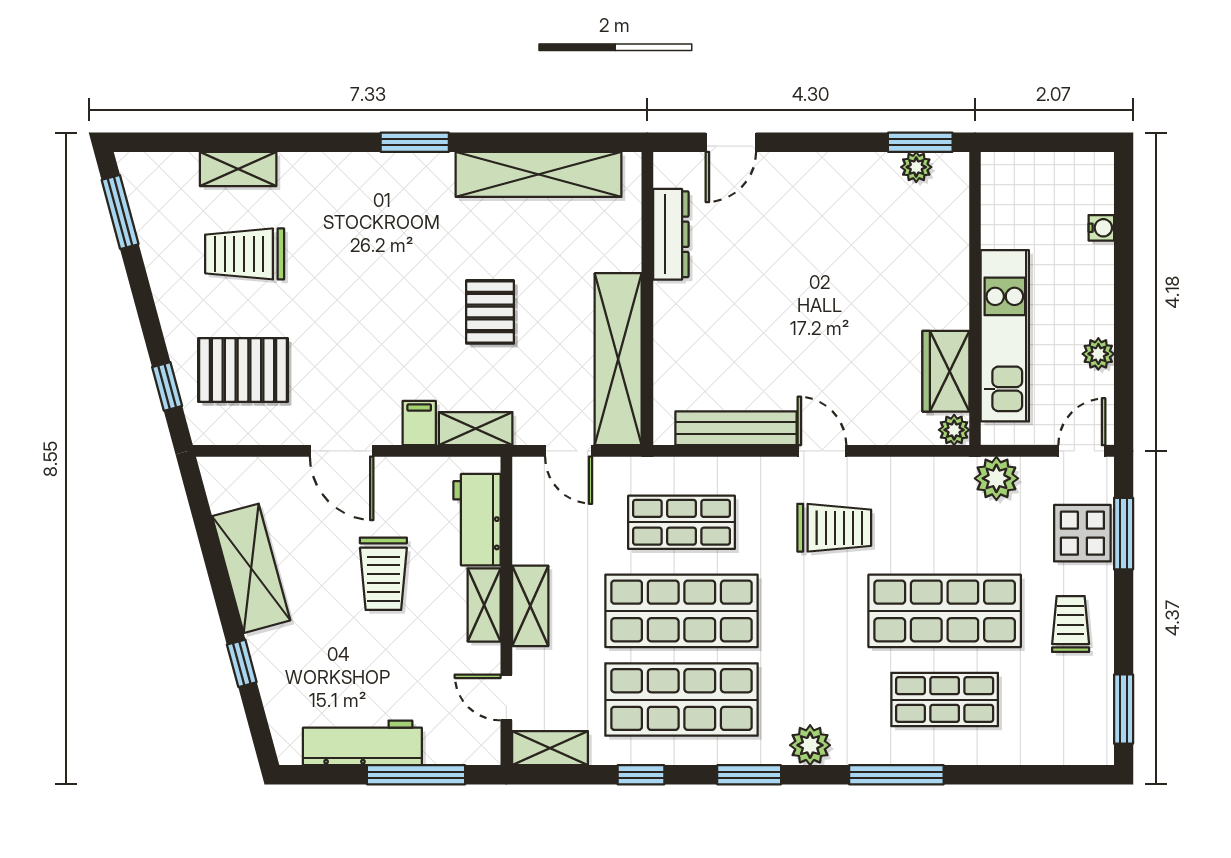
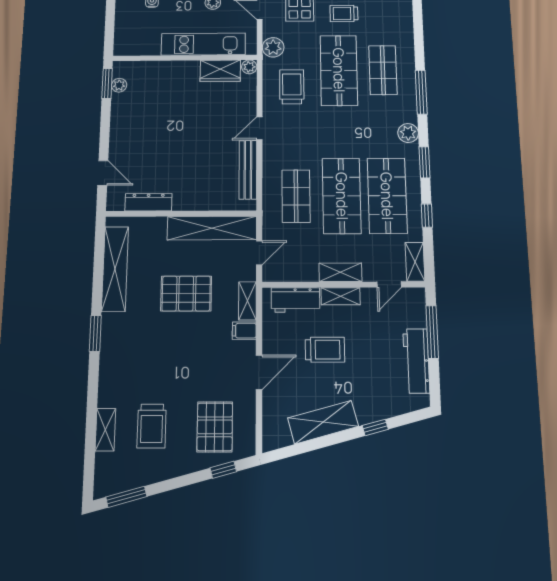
pallet: (490, 312) -> (186, 294), width x1.50, depth x1.42
trolley: (834, 528) -> (292, 87), moved

